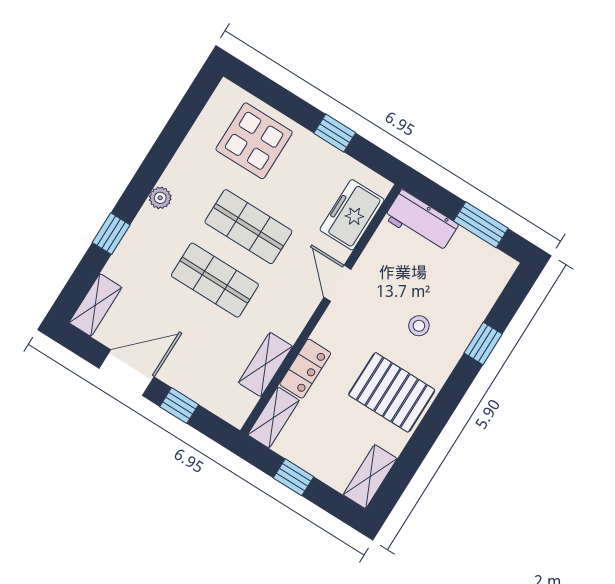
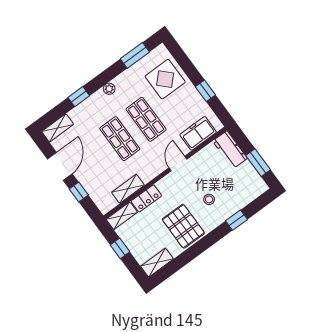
window: (183, 119) -> (135, 55), added
door: (127, 373) -> (60, 166), hinge flipped

